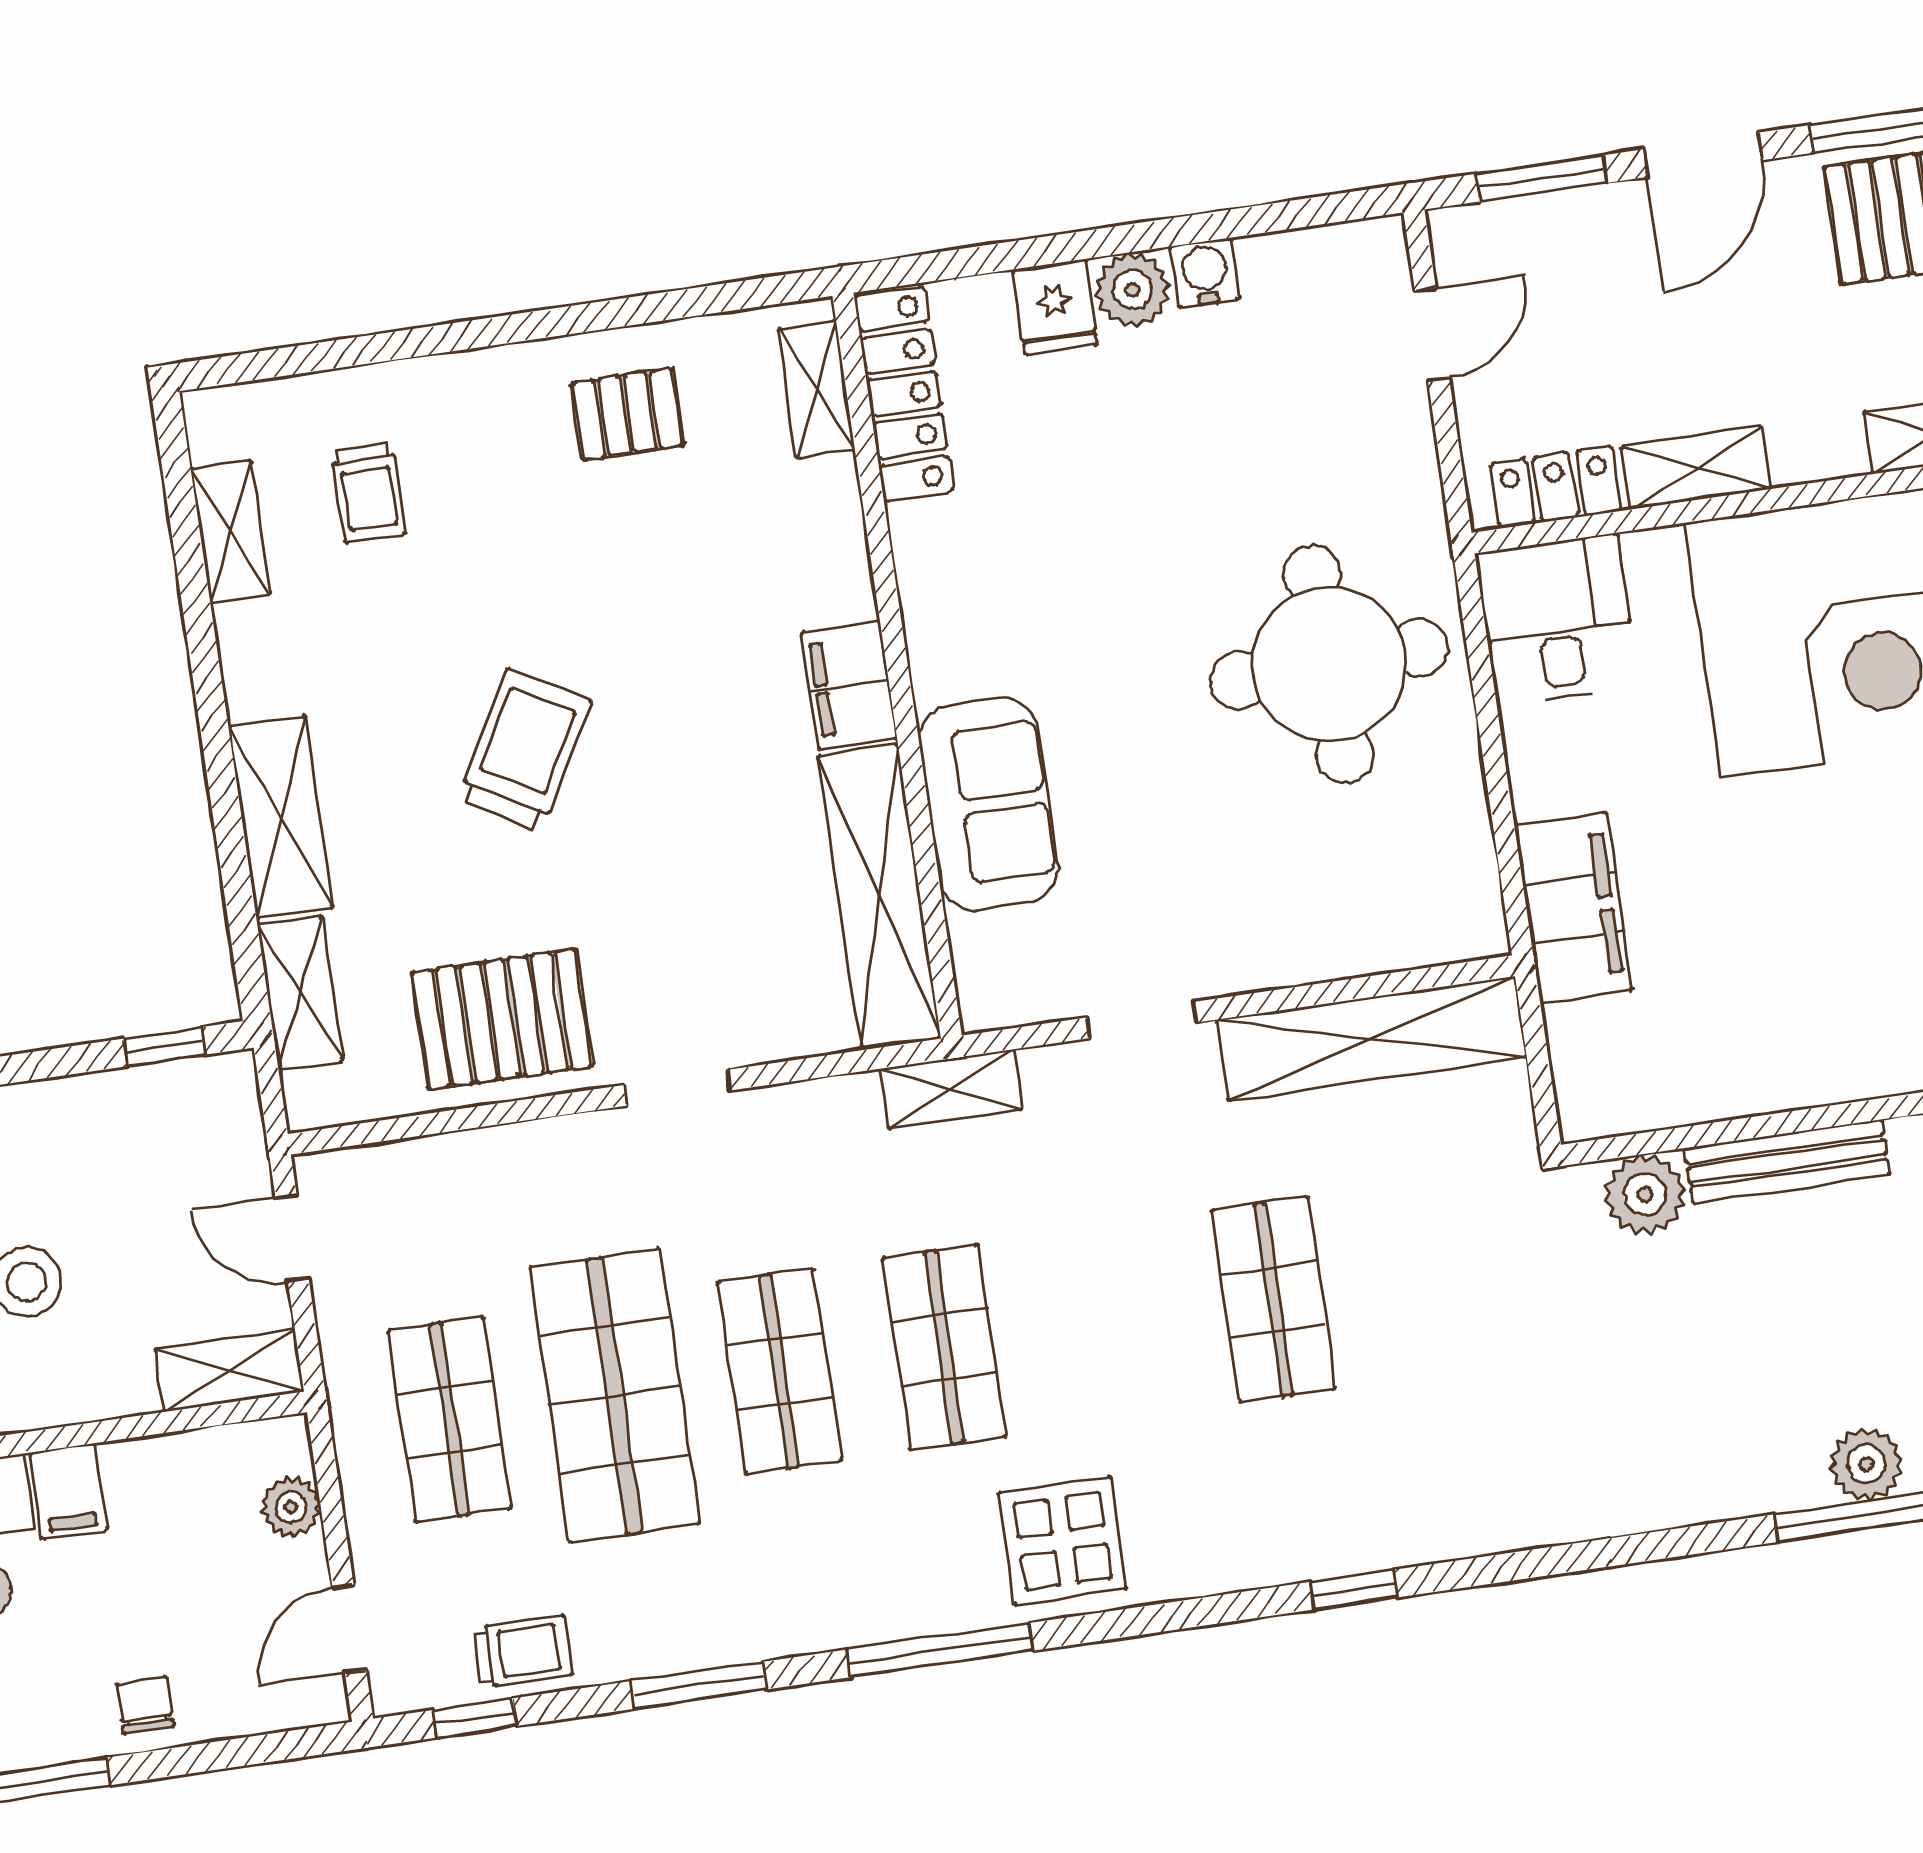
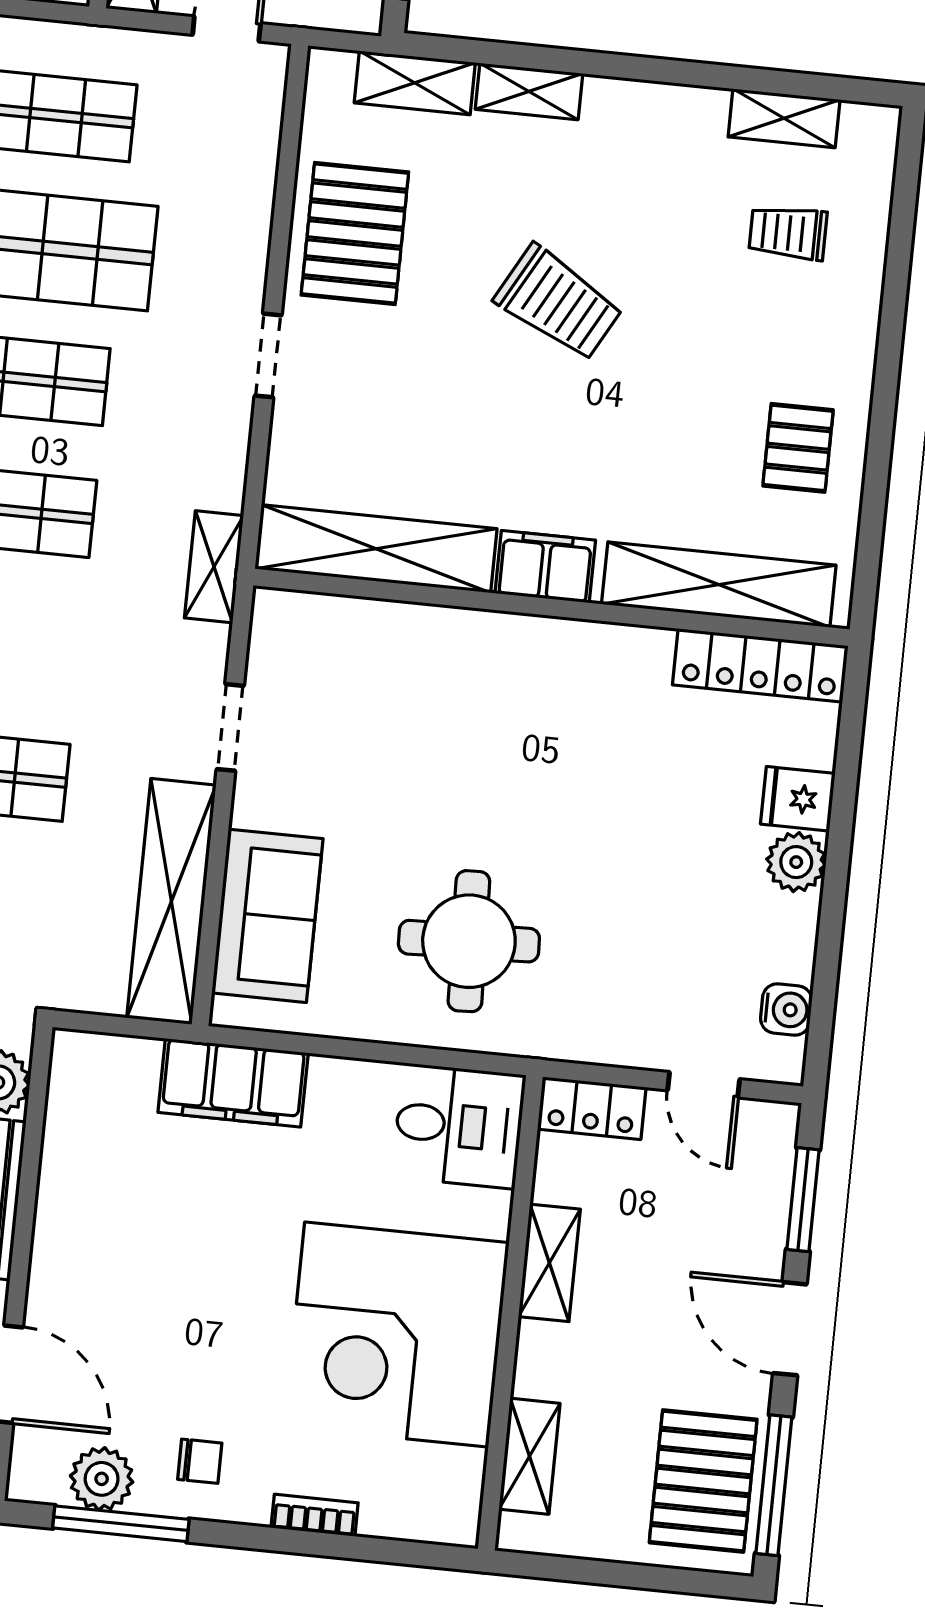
water cooler: (1205, 273) -> (786, 1010), moved
shelving: (817, 390) -> (719, 585), width x2.20, depth x1.33
locker: (1556, 487) -> (592, 1108), moved, turned 90
round table: (1329, 664) -> (469, 941), width x0.73, depth x0.73
sofa: (988, 804) -> (267, 916), moved, turned -90
shelving: (281, 817) -> (529, 91), width x0.67, depth x0.75

